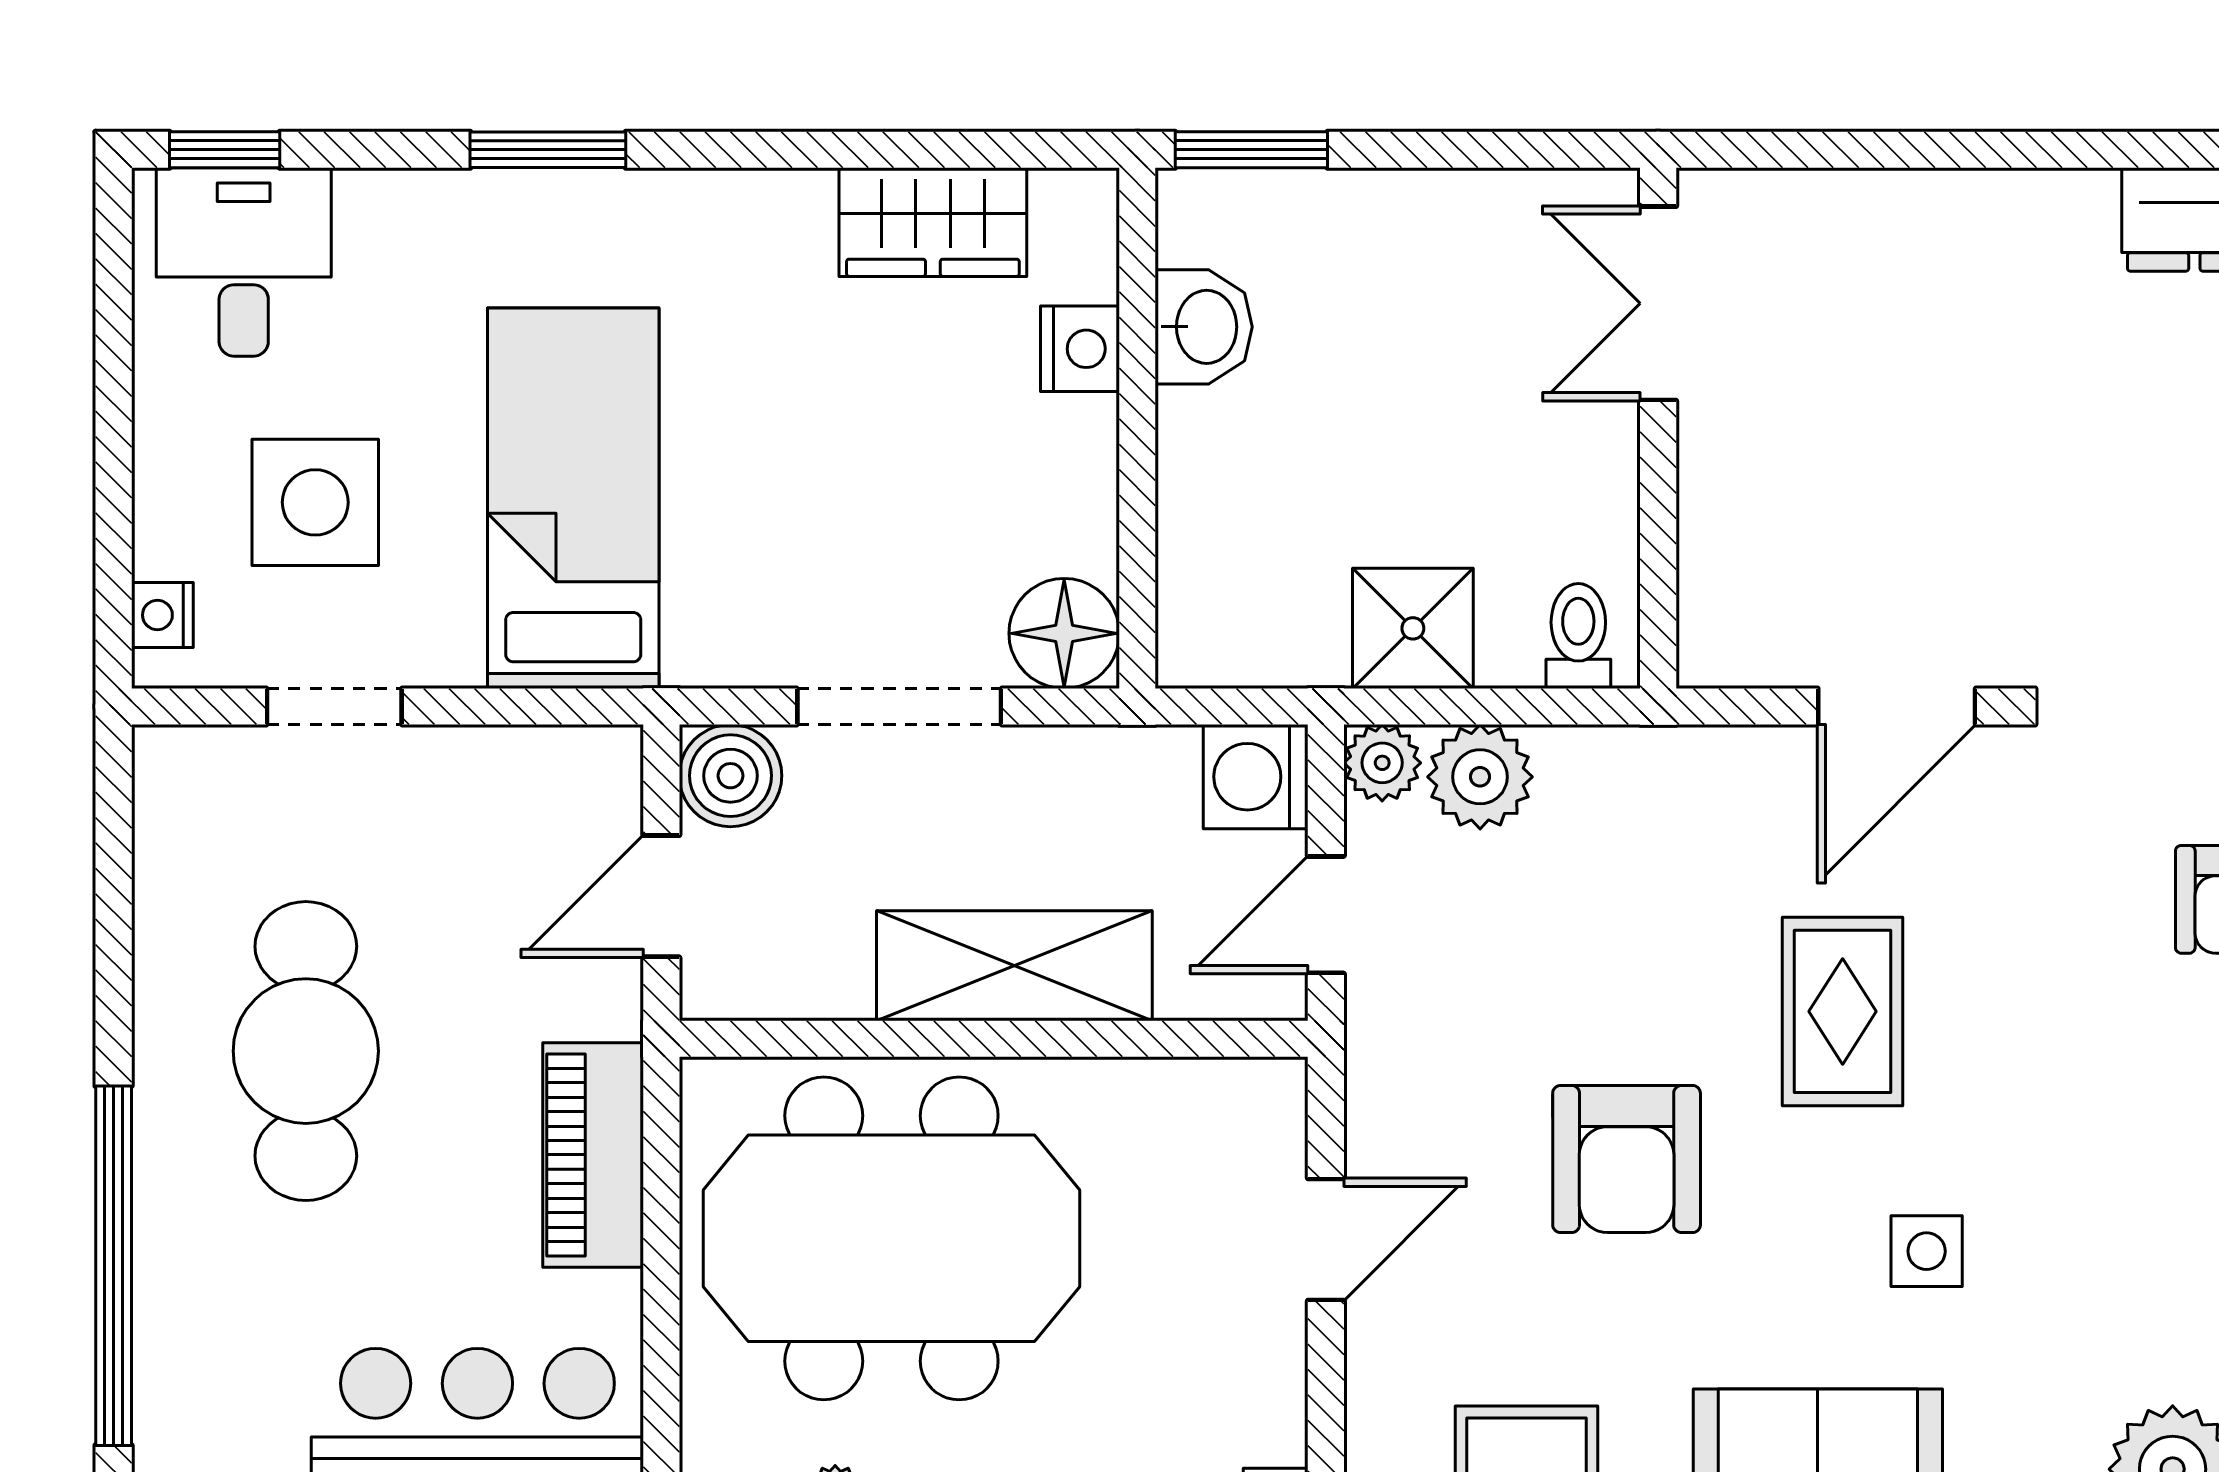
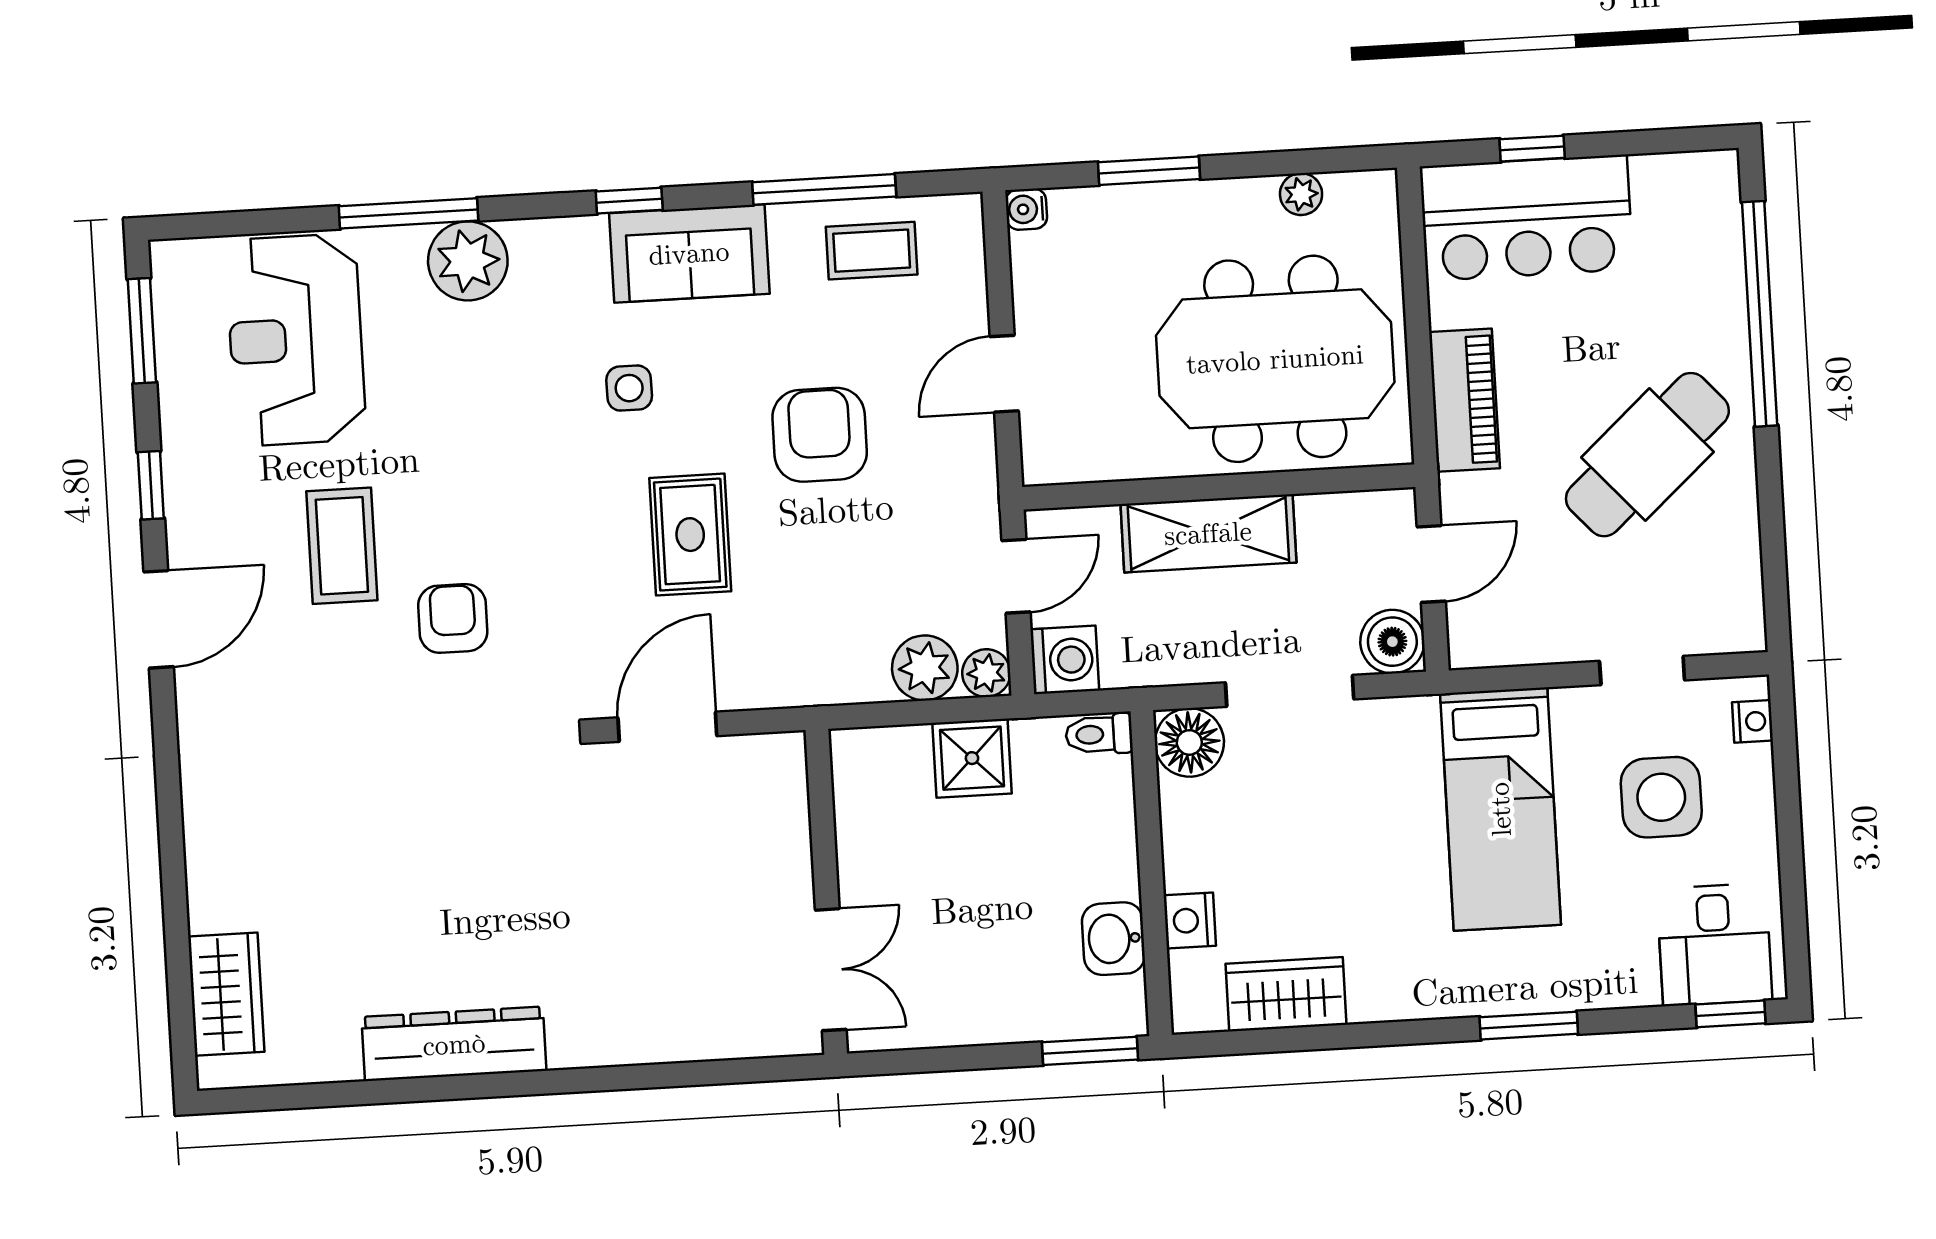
toilet: (1578, 636) -> (1099, 734), moved, turned 90
cafe table: (306, 1051) -> (1647, 455), turned 48

